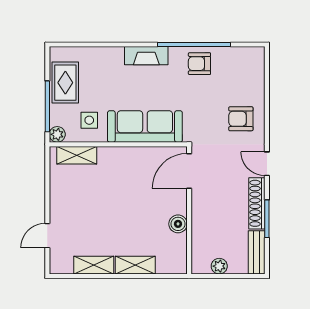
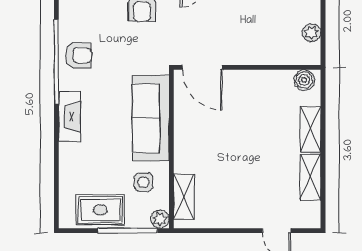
armchair: (199, 64) -> (78, 55), turned -90
boiler: (178, 224) -> (304, 80), moved

